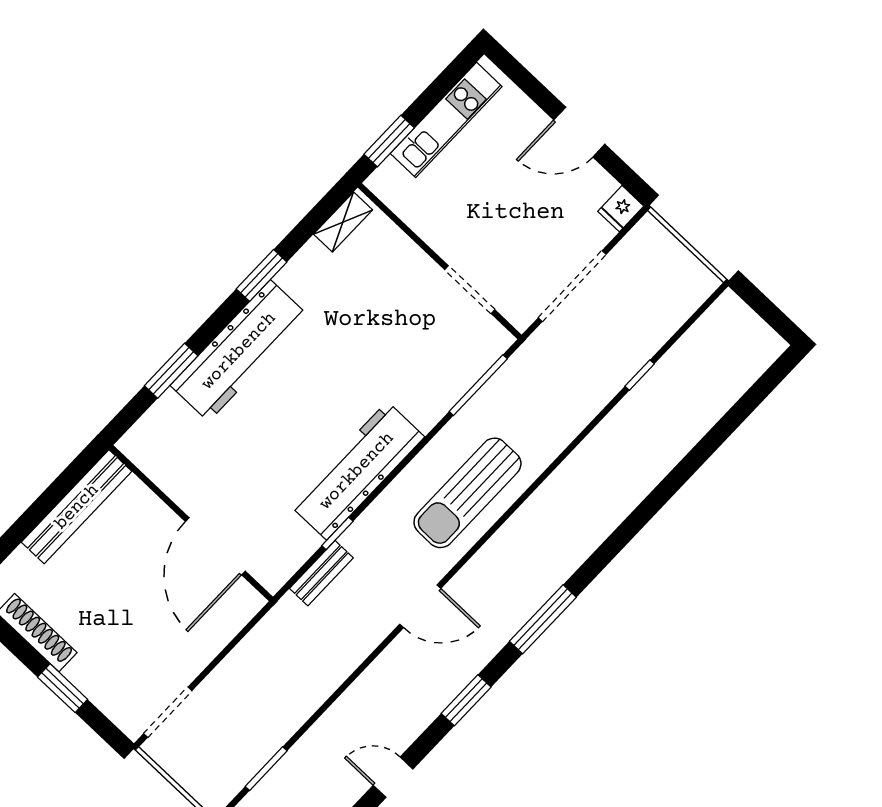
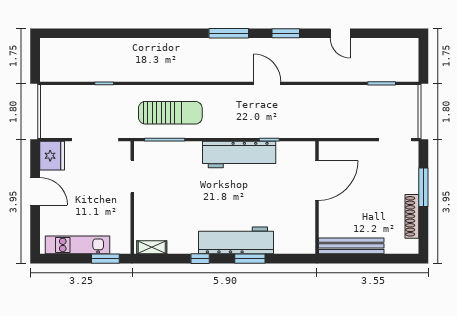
fridge: (621, 209) -> (52, 156), width x1.88, depth x1.34
window: (262, 275) -> (200, 259), width x0.67
window: (171, 371) -> (250, 259), moved
sun lounger: (467, 493) -> (170, 113), moved
bench: (321, 573) -> (290, 132), removed
window: (63, 688) -> (423, 187), width x1.44

